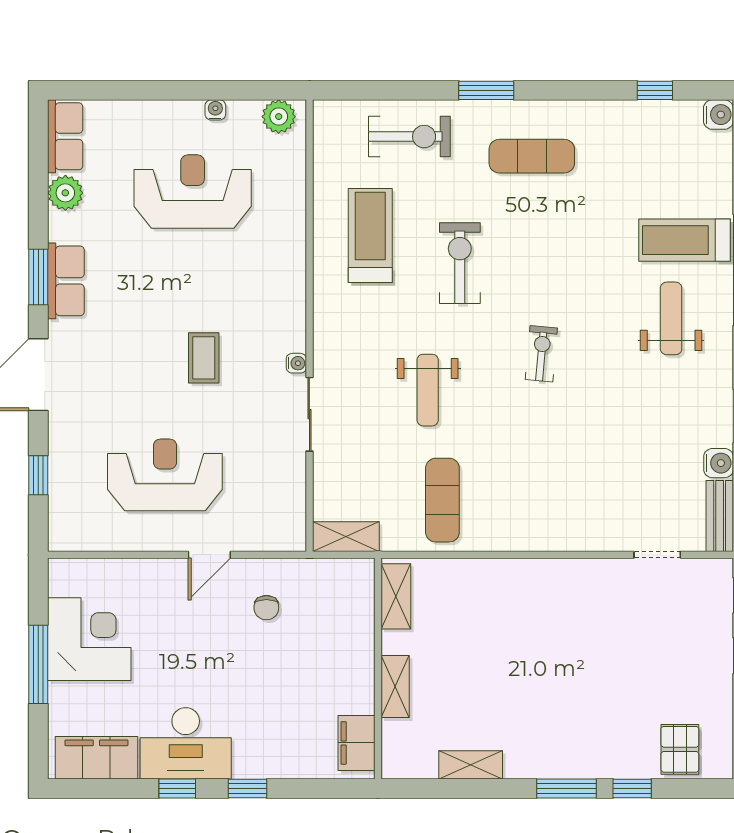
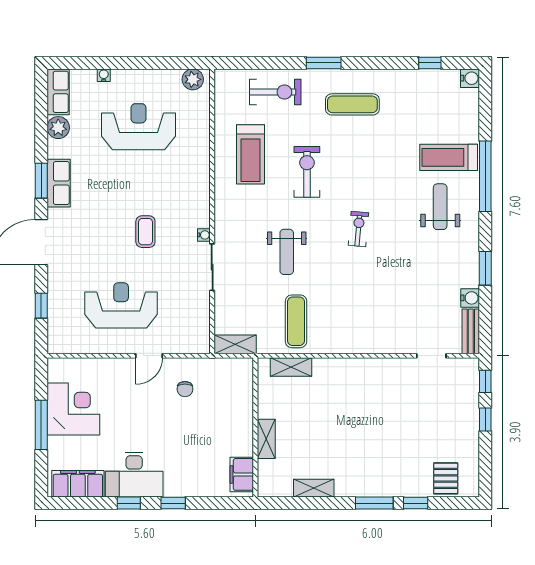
water cooler: (215, 110) -> (104, 75), moved
treadmill: (370, 235) -> (250, 154), turned 180
shelving: (396, 596) -> (291, 367), moved, turned 90

